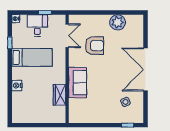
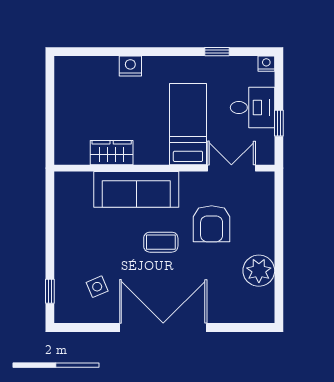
double door: (67, 36) -> (231, 168), swing flipped
bed: (32, 57) -> (188, 124), moved, turned 180
coffee table: (104, 71) -> (161, 242), added
sofa: (78, 83) -> (136, 189), width x1.36

